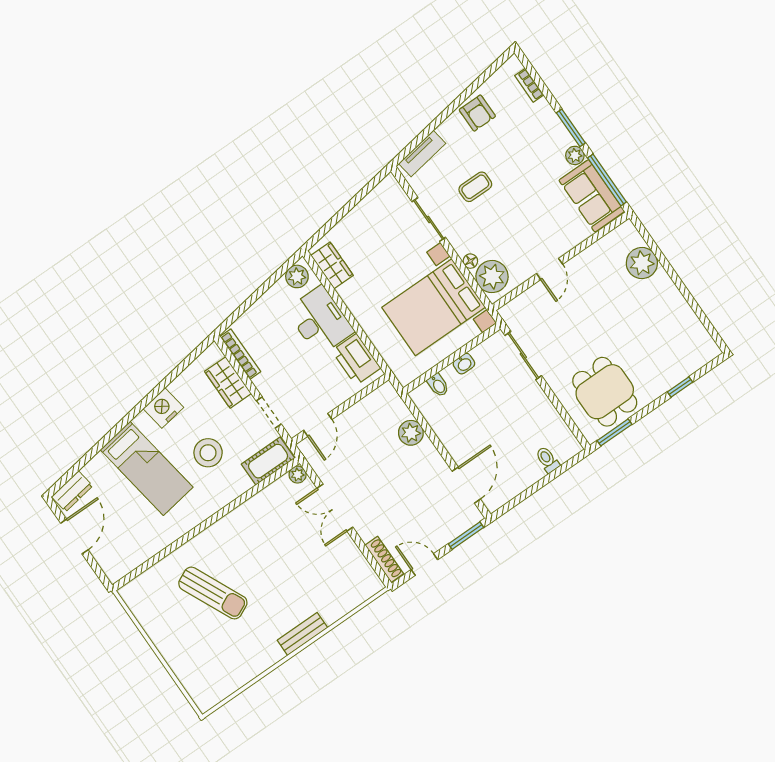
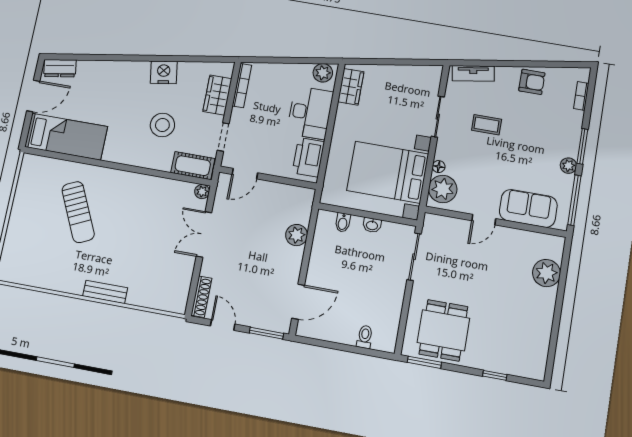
armchair: (477, 113) -> (532, 82), turned -90
sofa: (592, 196) -> (528, 208), moved, turned 90
bed: (147, 468) -> (66, 137), moved, turned -81

